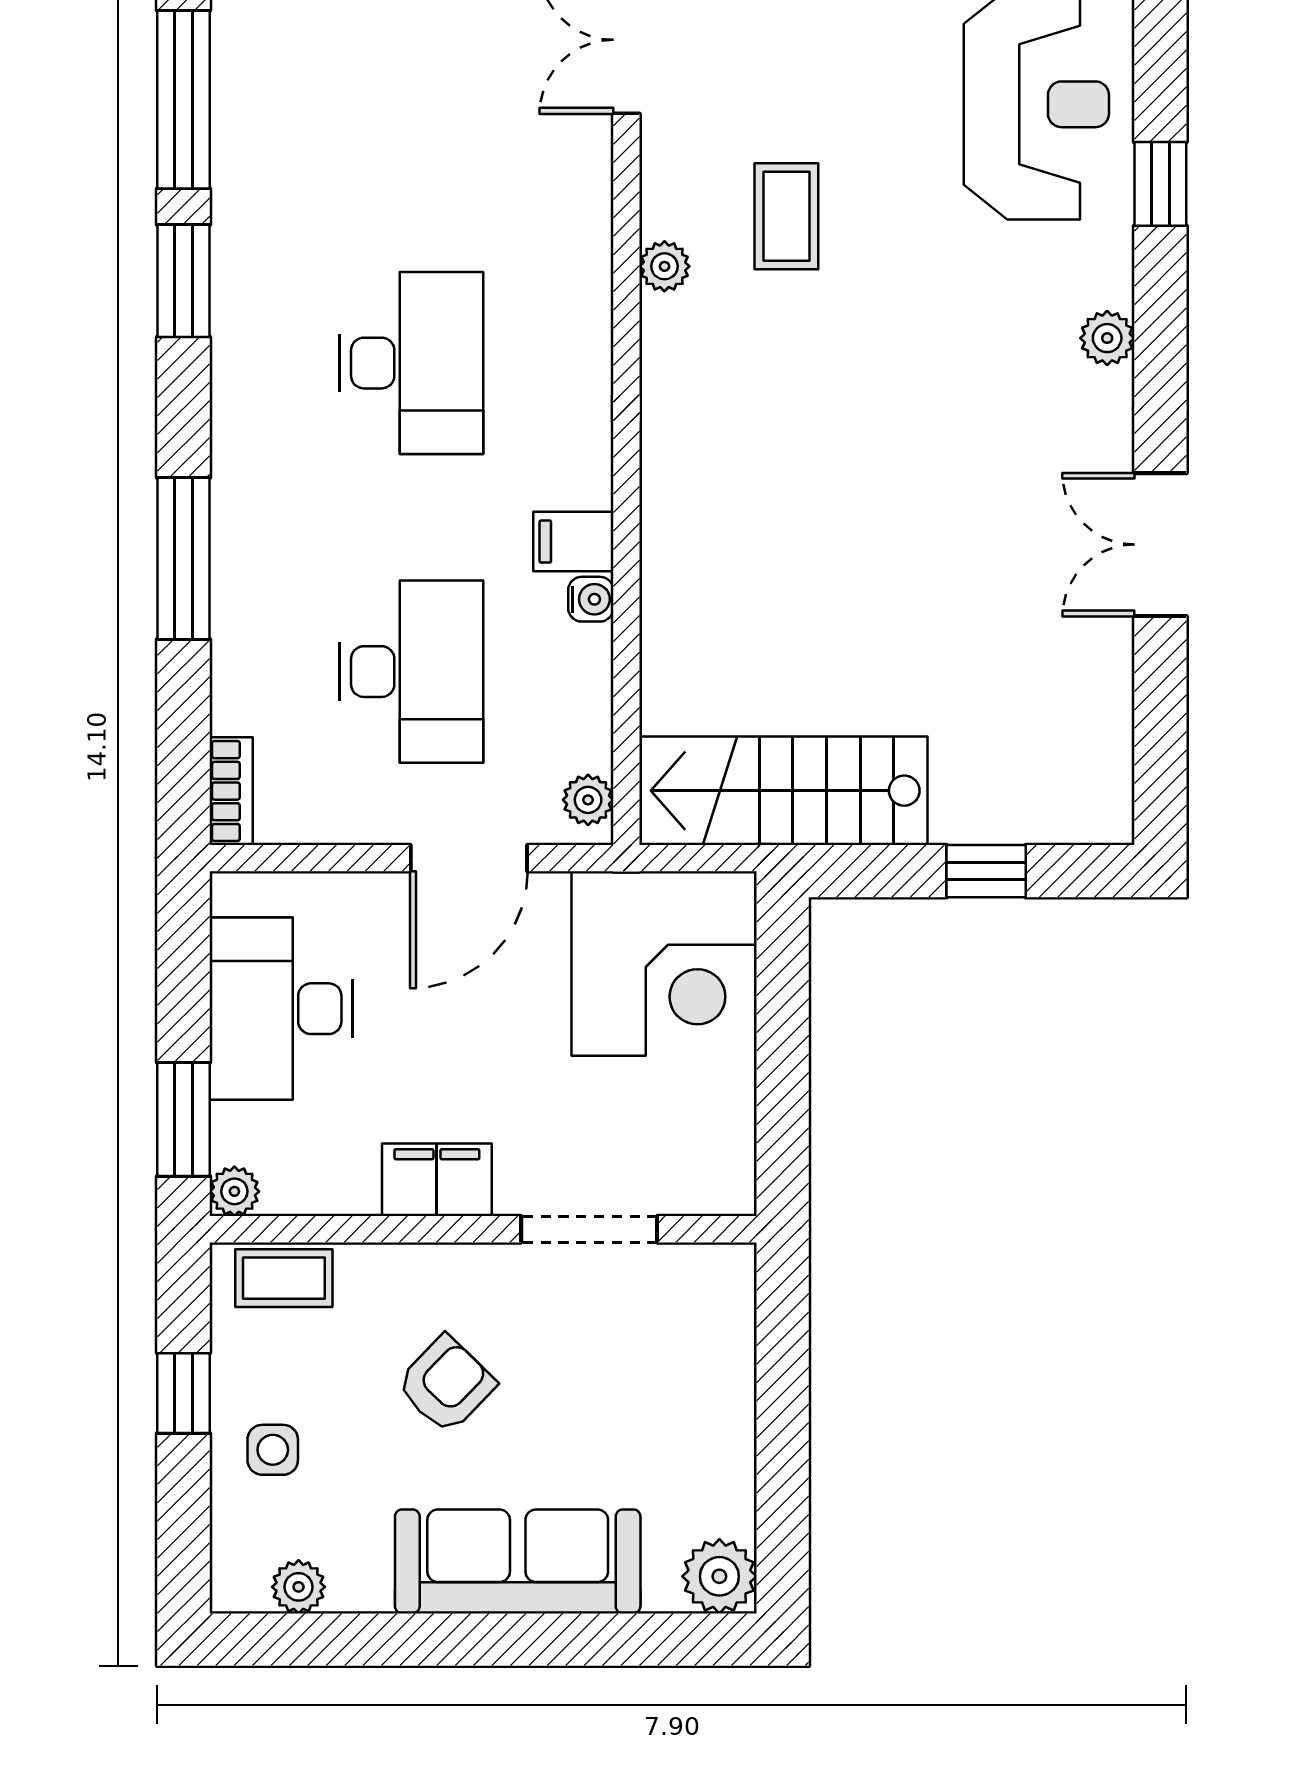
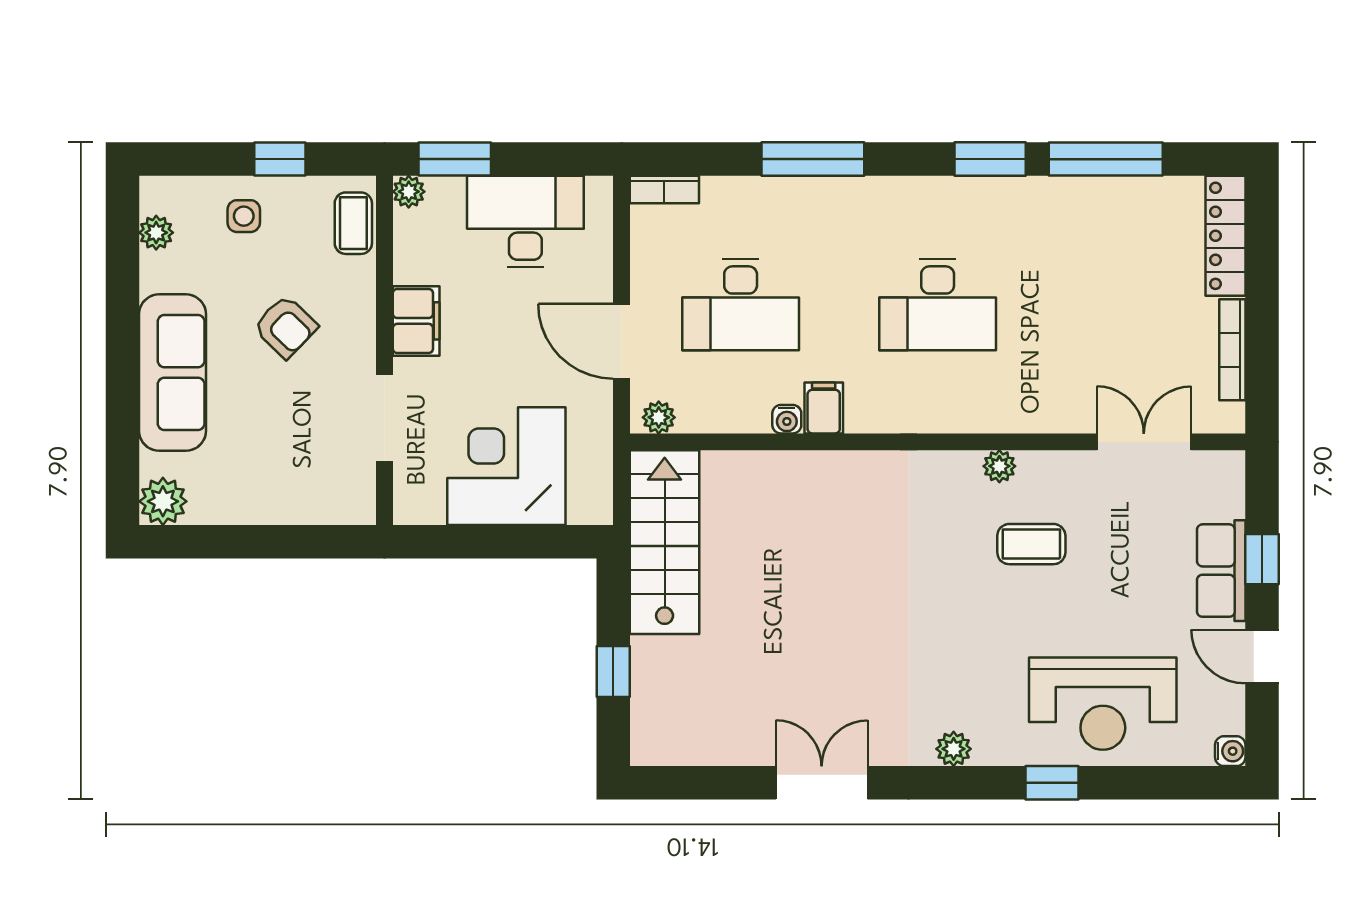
corner desk: (664, 963) -> (506, 466), moved, turned 90

